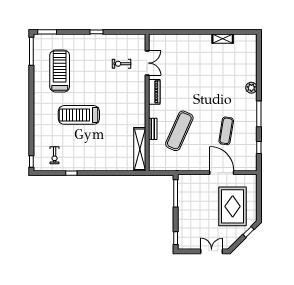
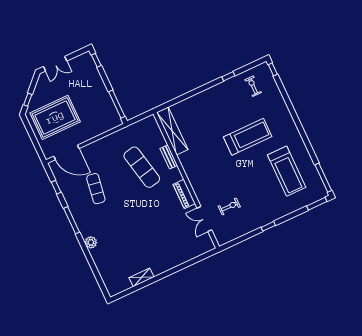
exercise mat: (179, 131) -> (142, 167), turned -36
door: (222, 173) -> (66, 152), moved
rug: (233, 206) -> (55, 117), turned 90

